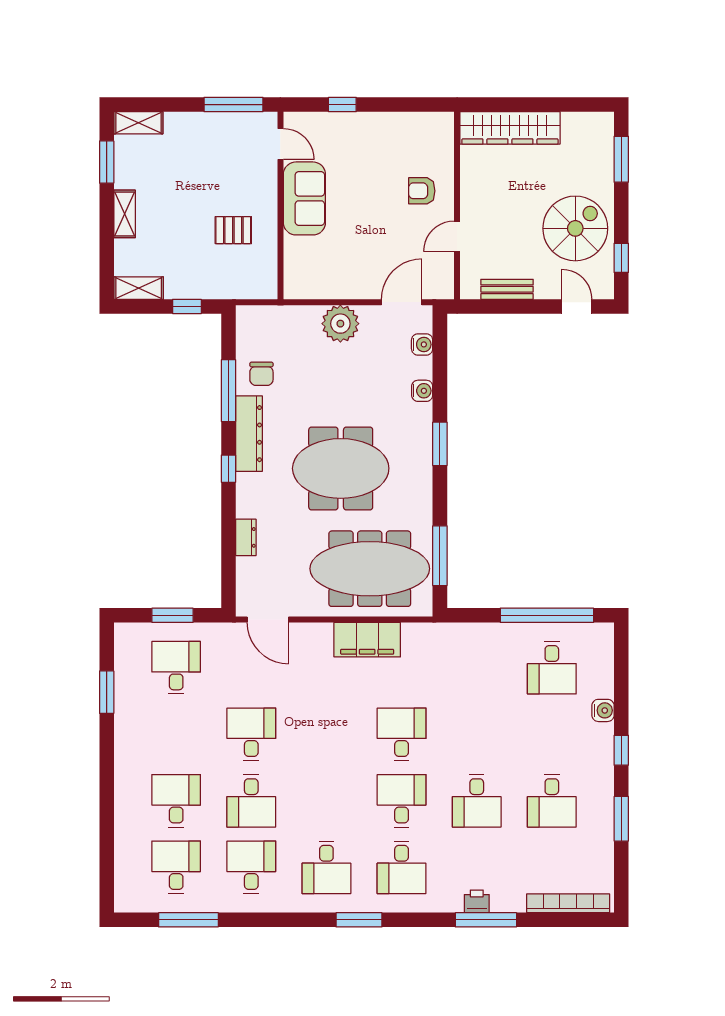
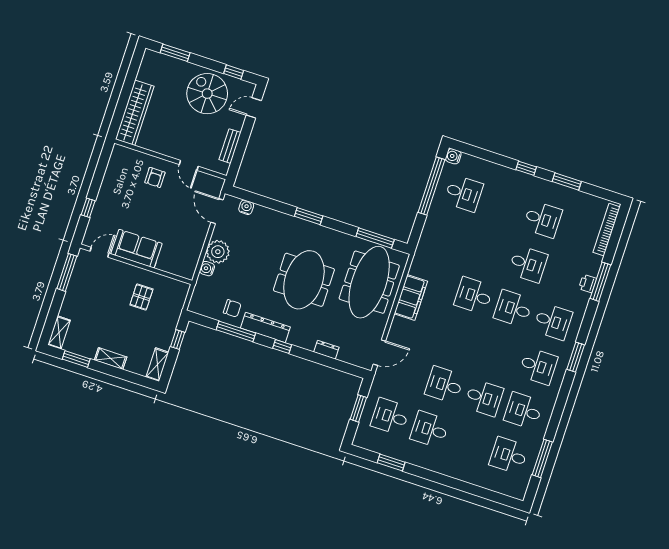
water cooler: (422, 391) -> (207, 269), moved, turned -90
water cooler: (603, 710) -> (453, 156), moved, turned -90
desk: (176, 801) -> (430, 429), moved

